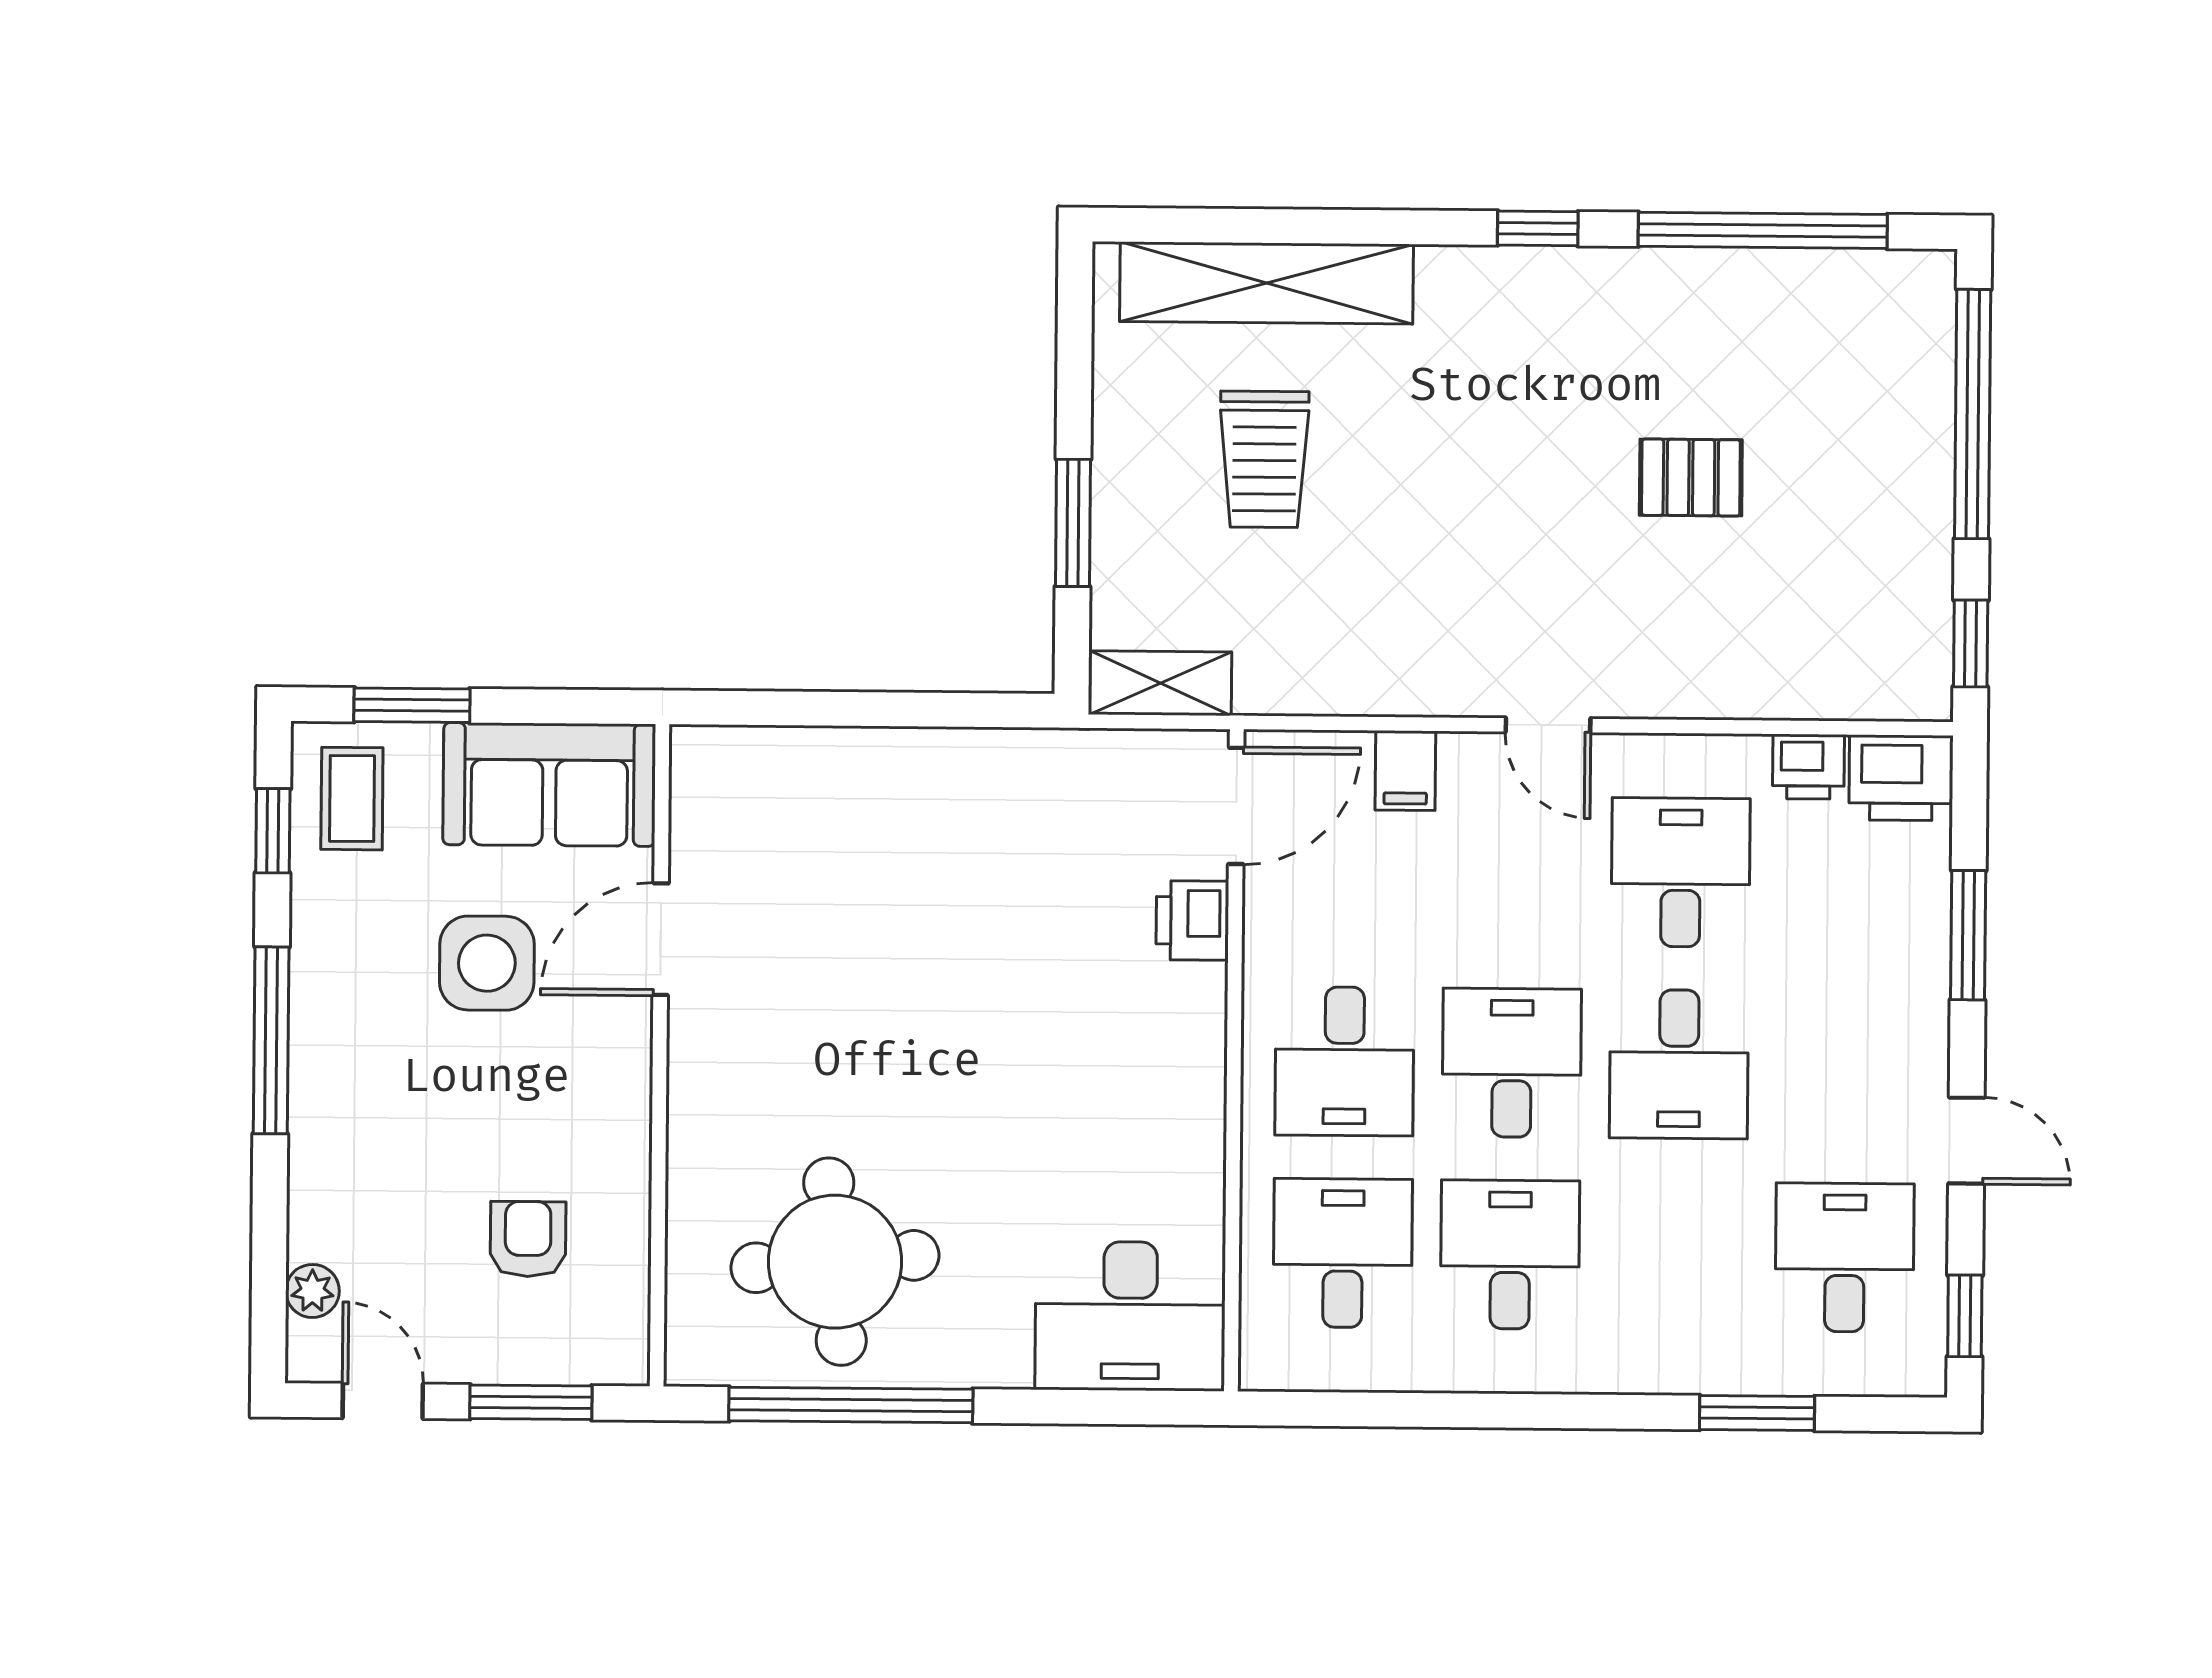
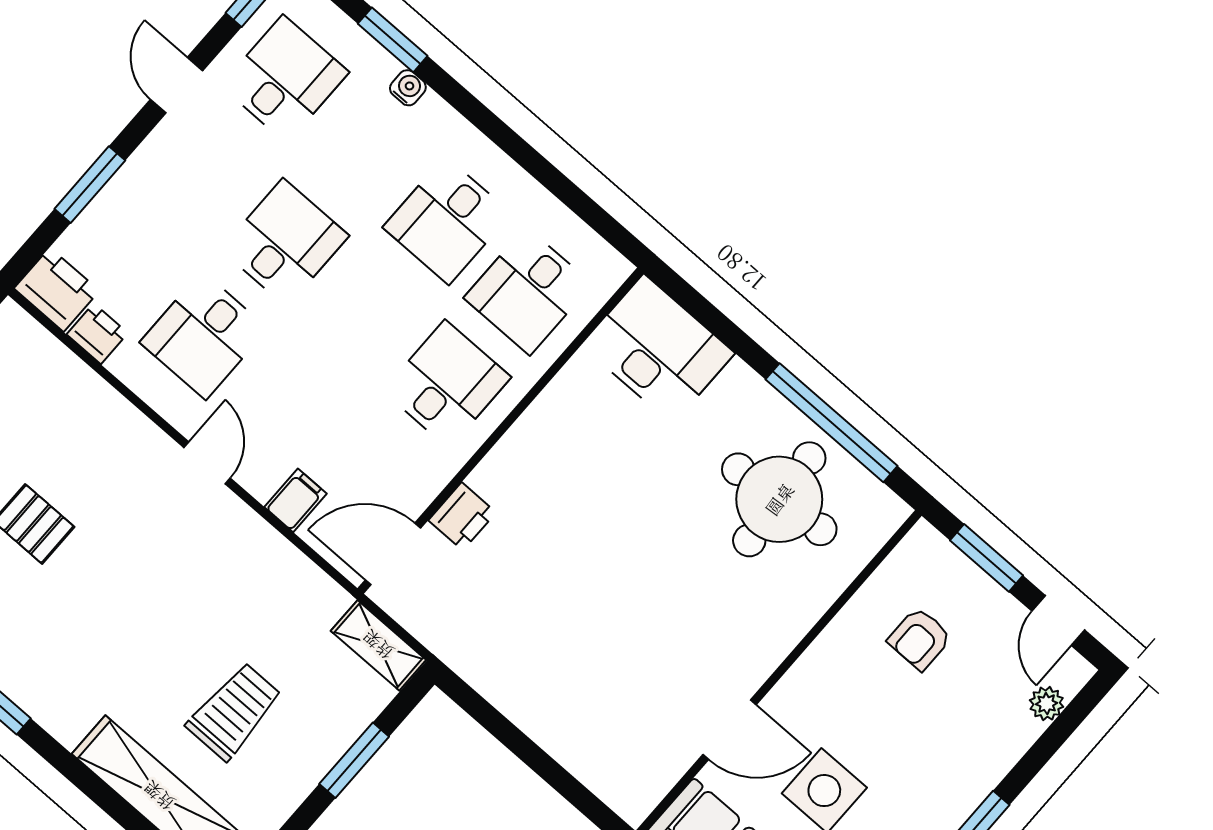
desk: (1512, 1063) -> (366, 313), removed
desk: (1845, 1257) -> (285, 79), turned 180
water cooler: (1690, 1372) -> (408, 88), added

